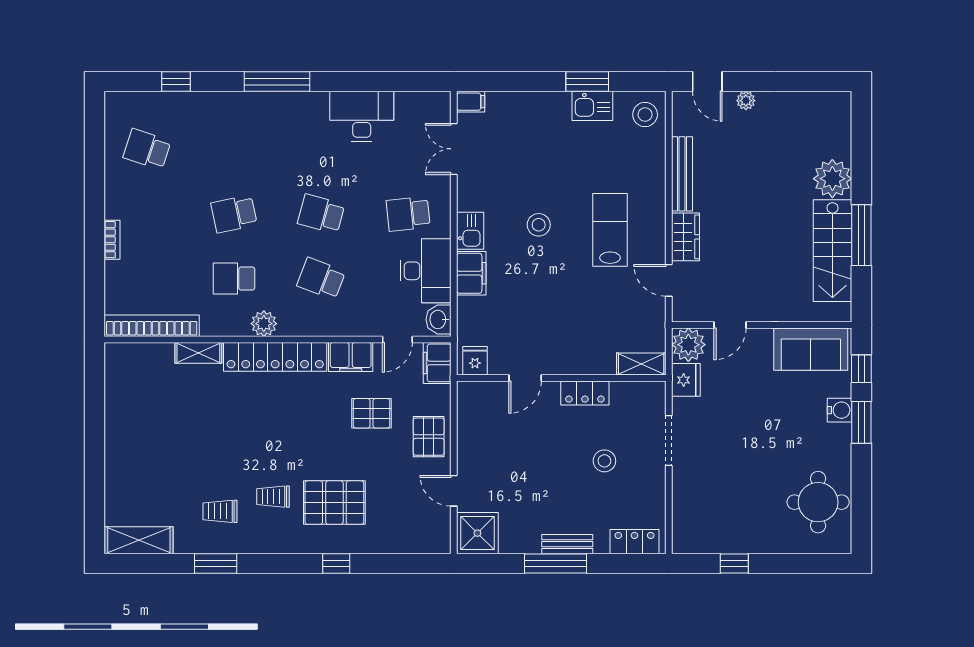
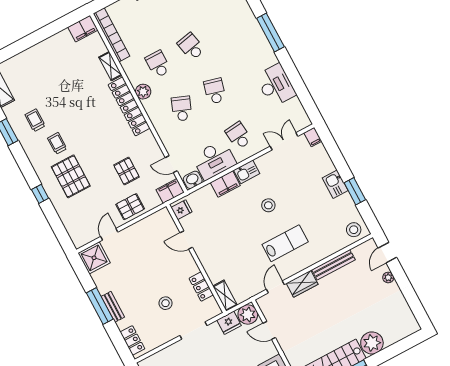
kitchen sink: (592, 106) -> (335, 184), moved
filing cabinet: (351, 357) -> (83, 29), moved, turned -90
locker: (585, 393) -> (201, 287), moved

